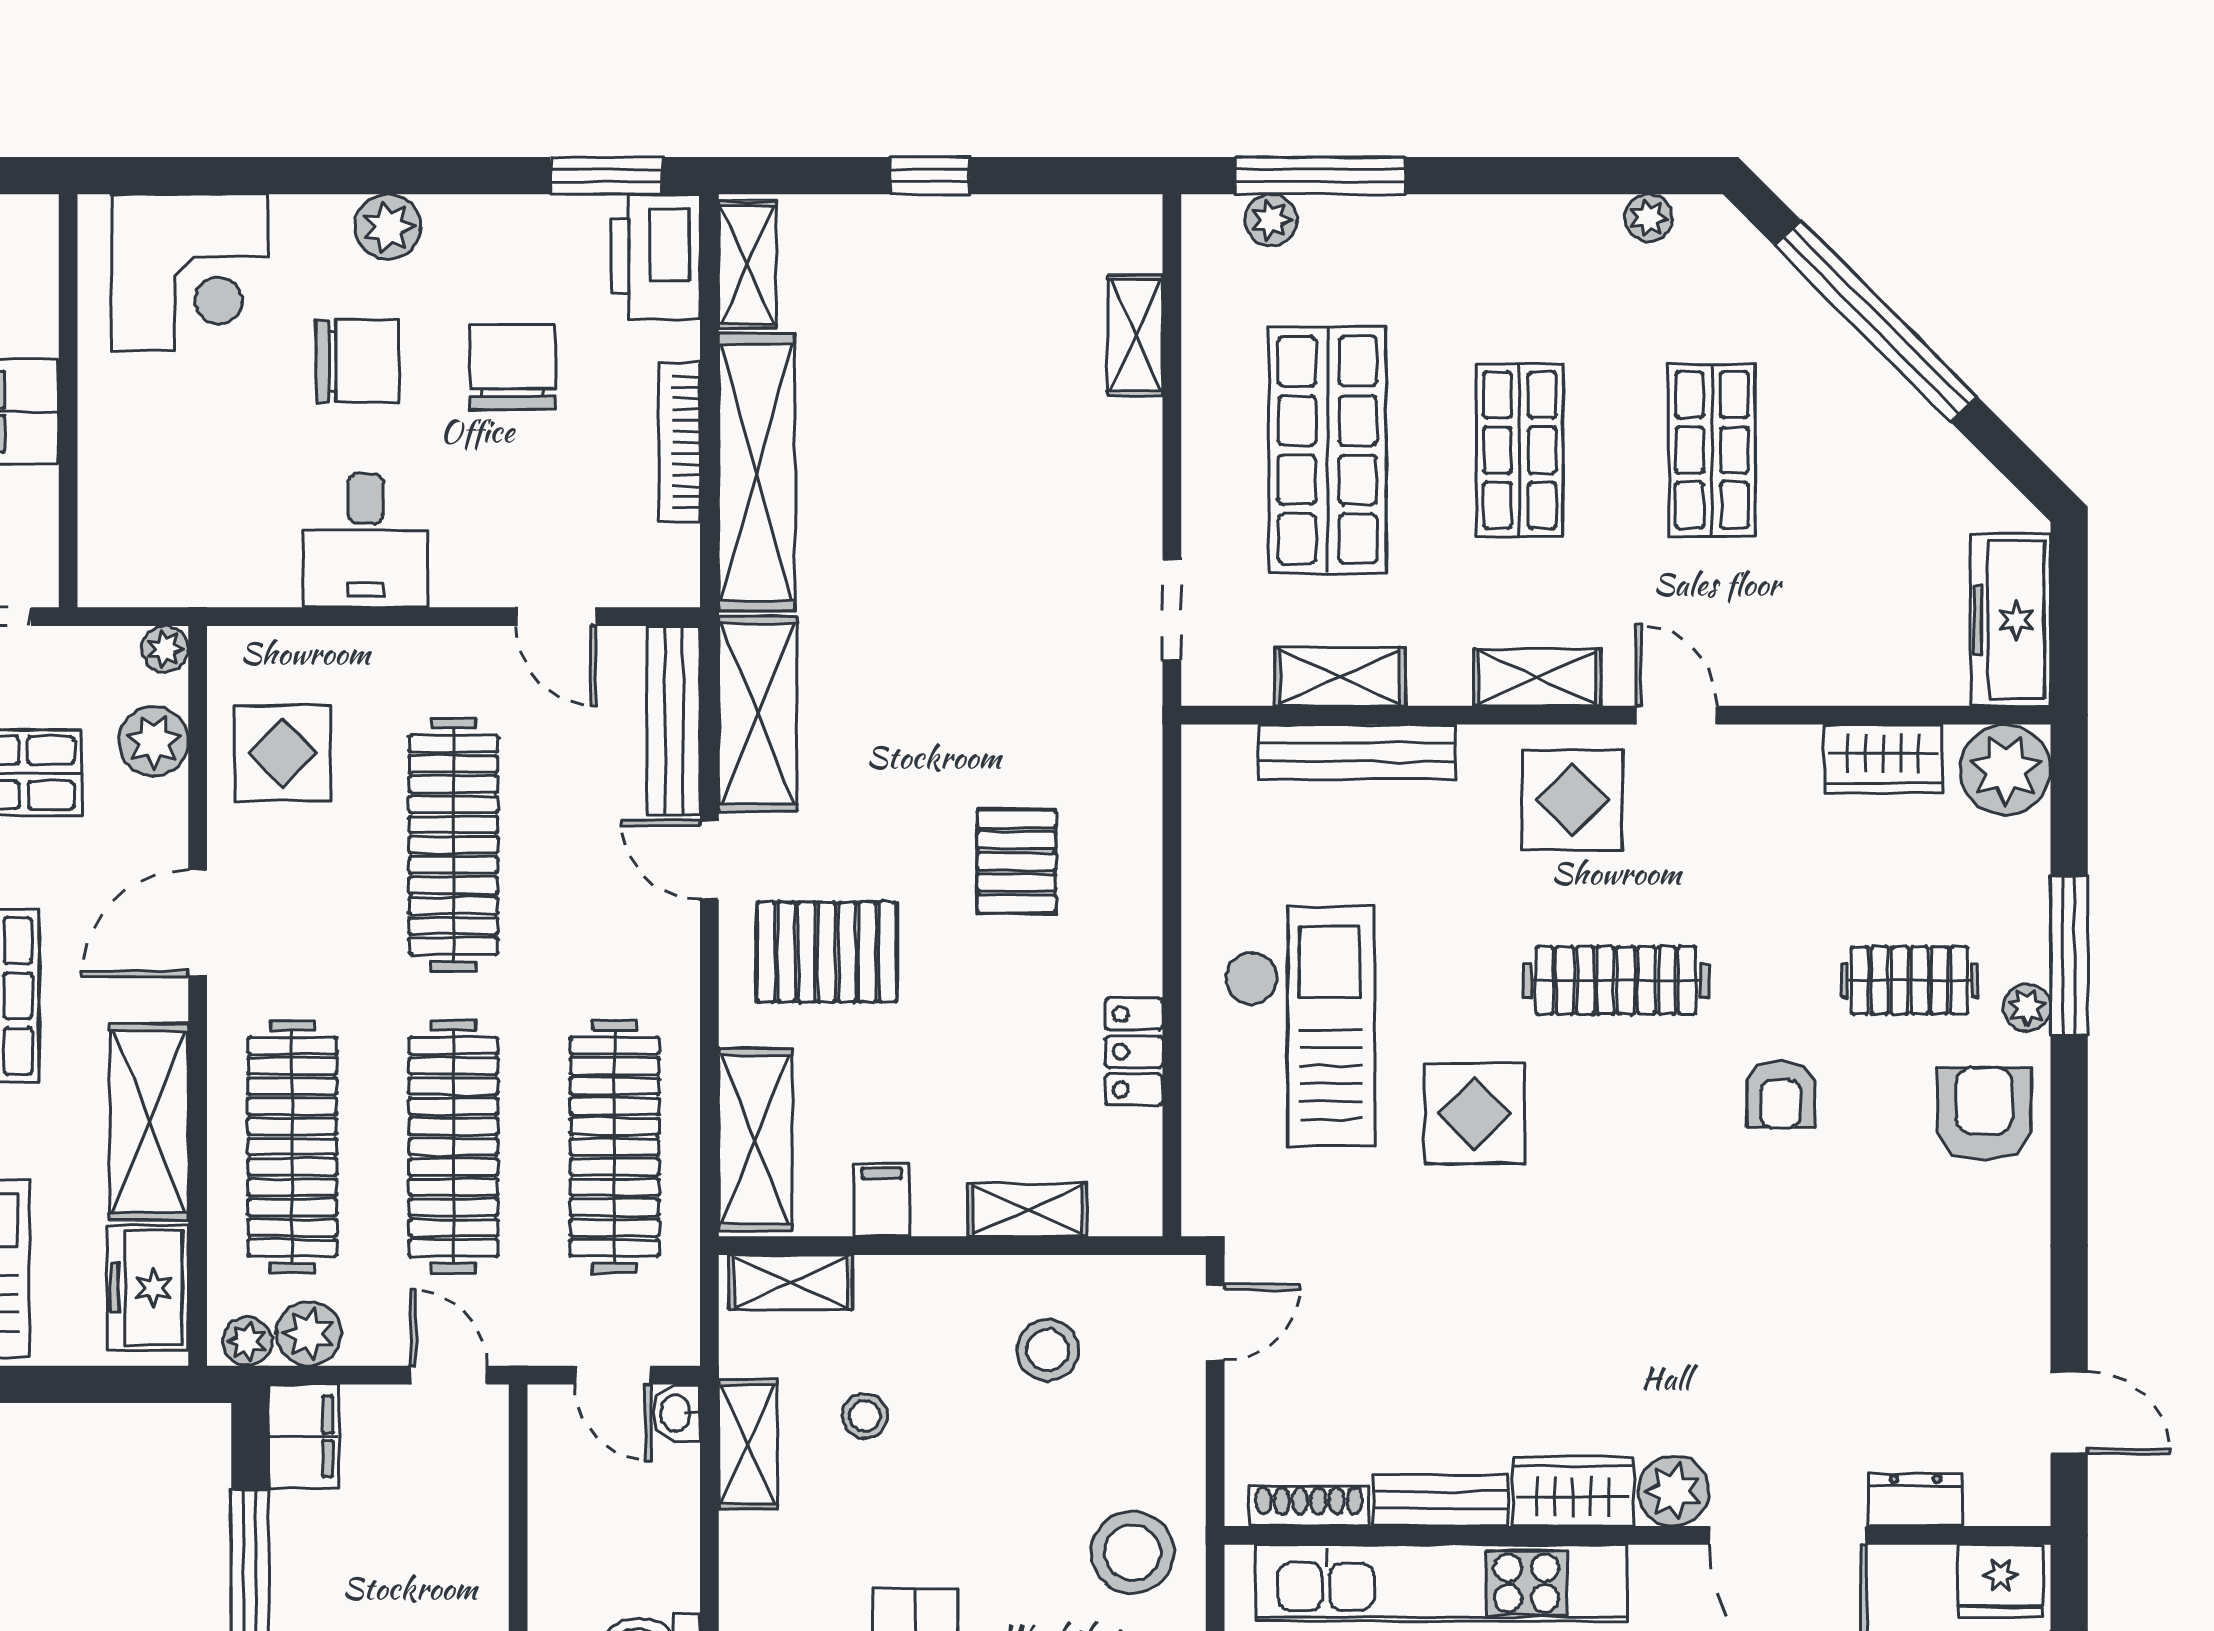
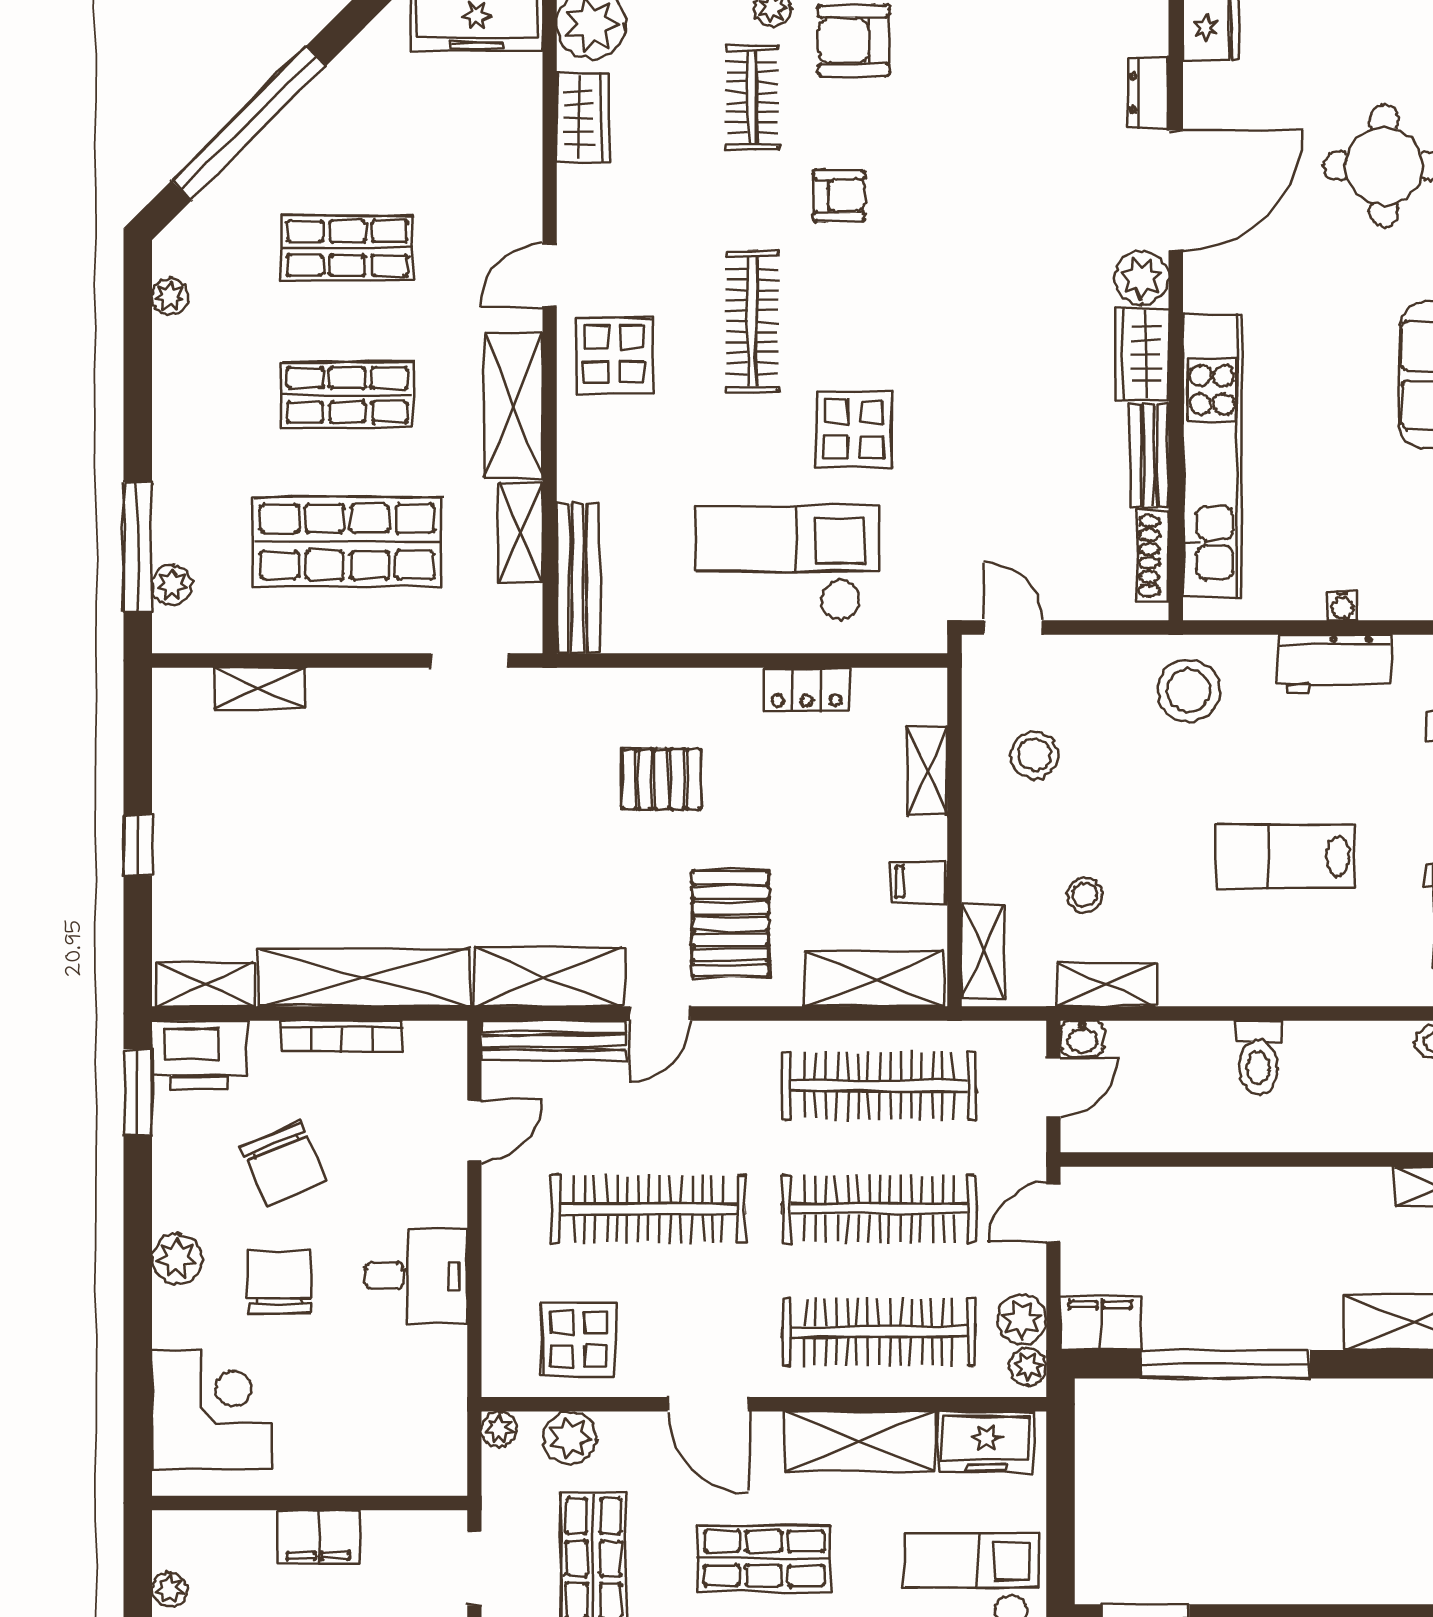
chair: (512, 367) -> (284, 1164), turned -113
shelving: (1537, 677) -> (514, 406), width x1.50, depth x1.33
bench: (1357, 752) -> (578, 579), moved

